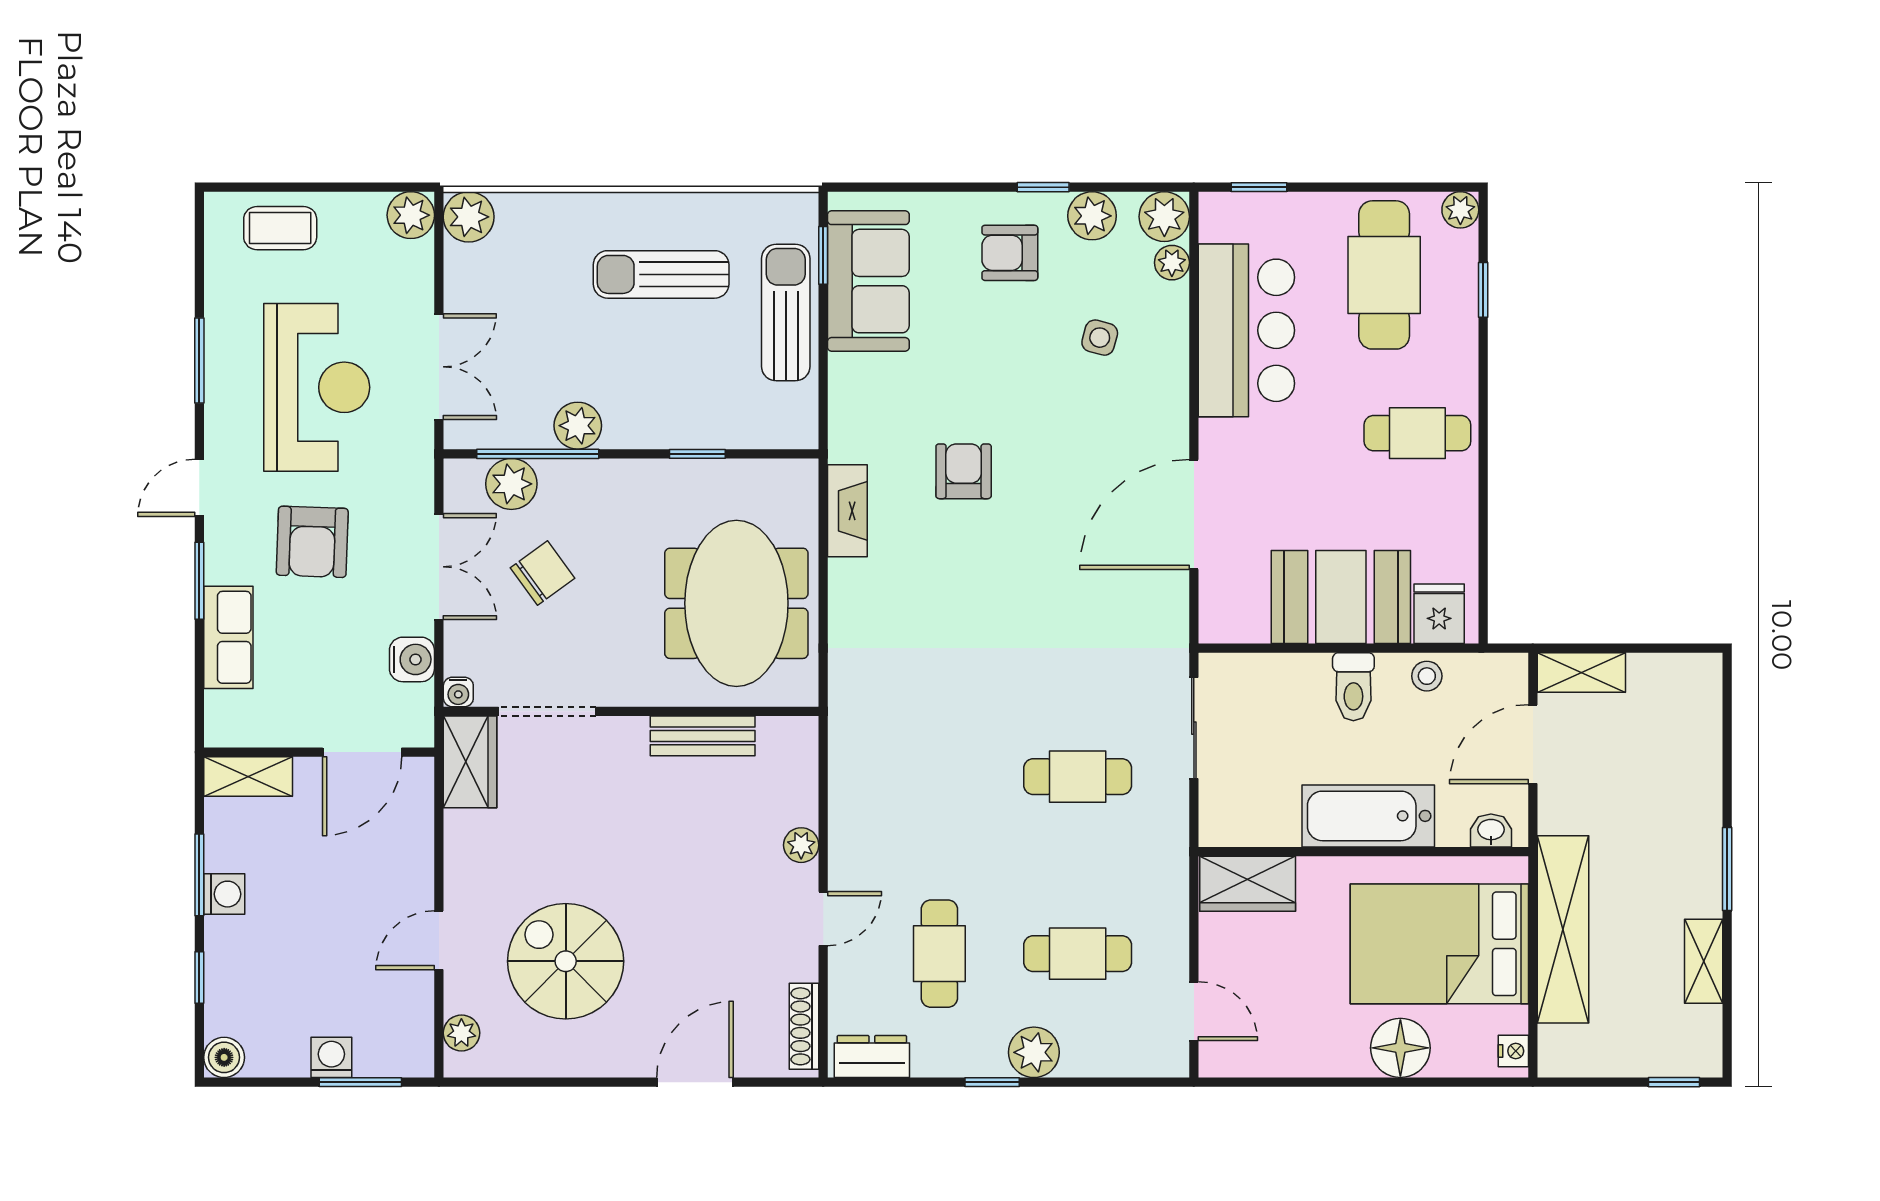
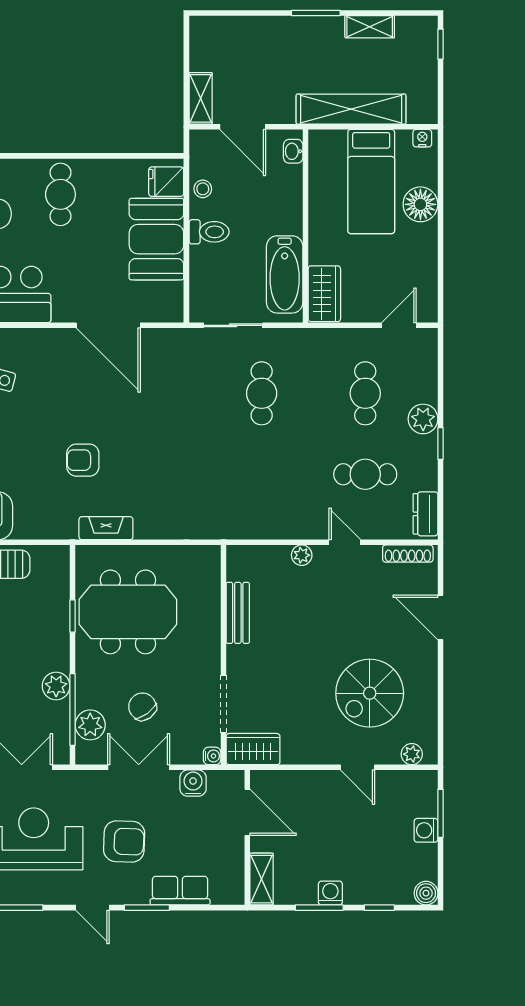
meeting table: (736, 603) -> (128, 612), moved
bathtub: (1368, 816) -> (285, 274), moved
bed: (1439, 944) -> (371, 181), width x0.67

